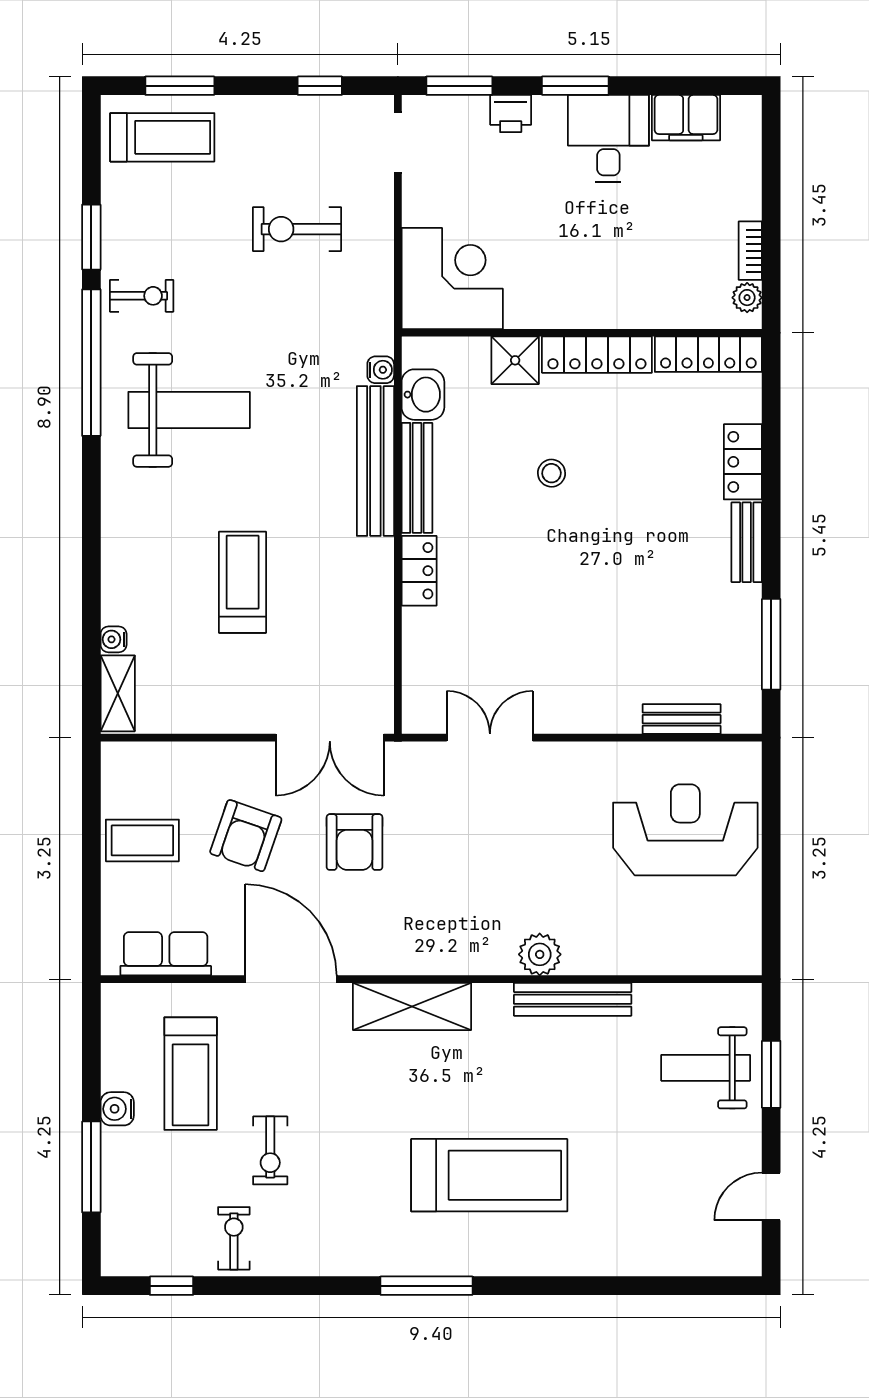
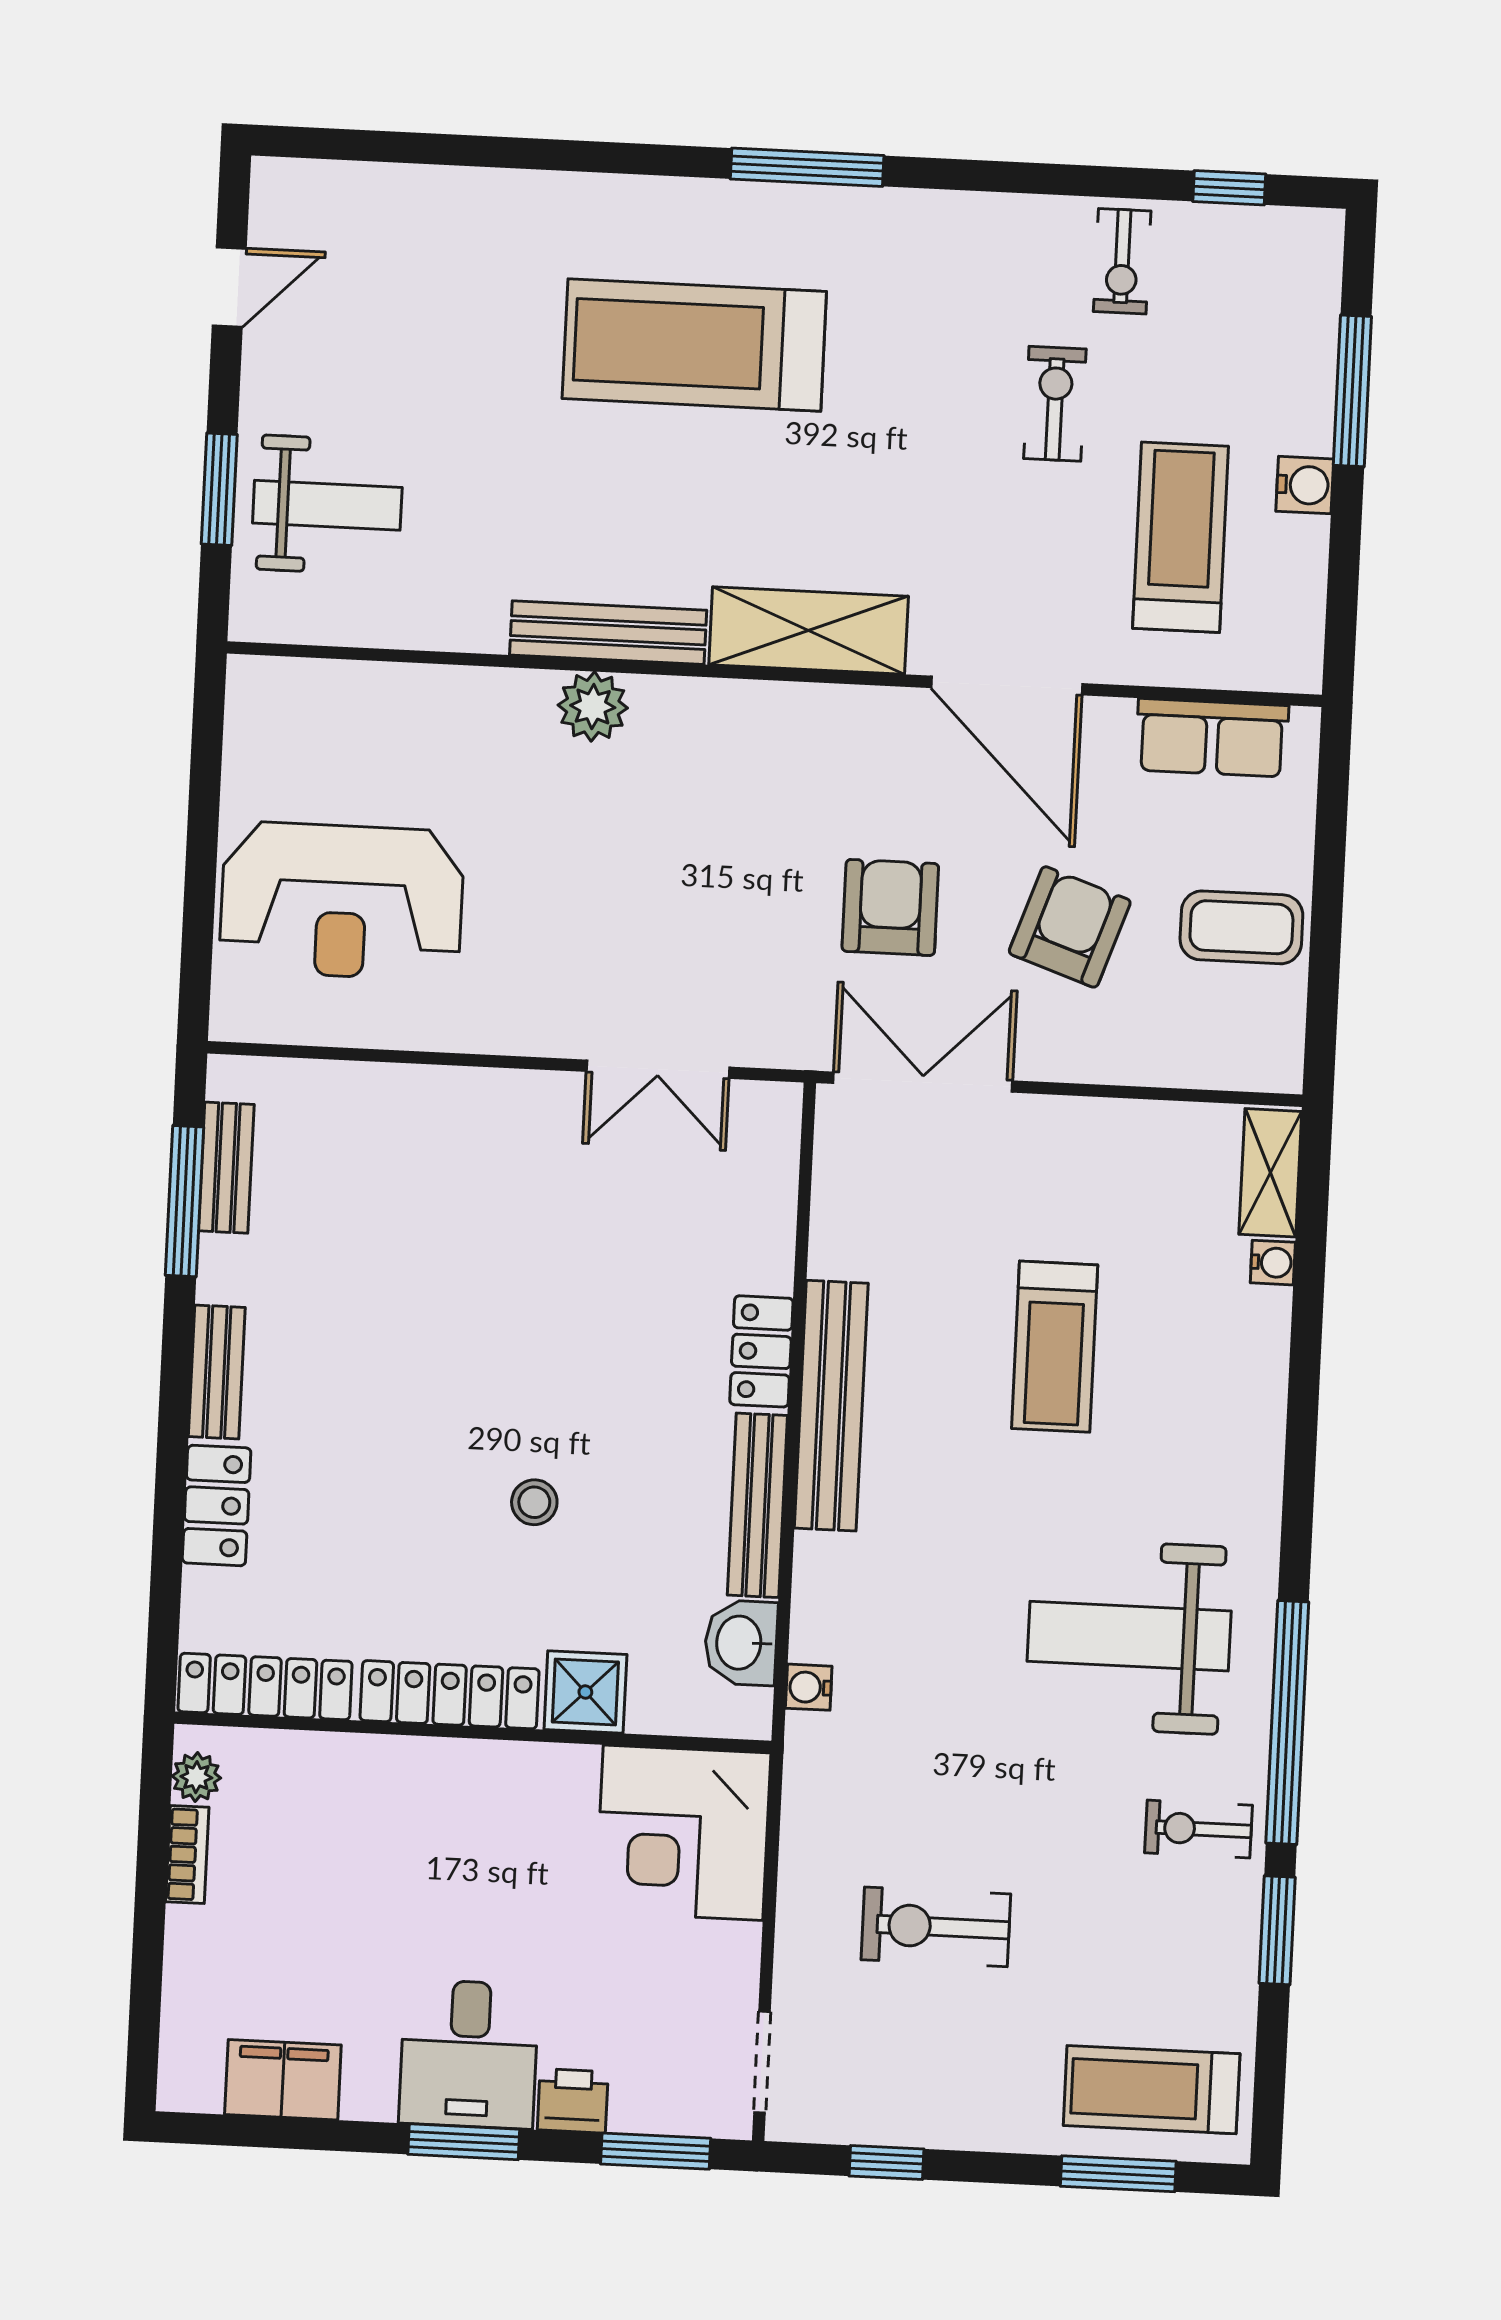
desk: (608, 139) -> (469, 2054), moved
exercise bike: (297, 229) -> (936, 1927), turned 180
bench: (375, 461) -> (831, 1406), moved
bench: (682, 719) -> (226, 1168), moved, turned 90
bench: (573, 999) -> (608, 633), moved

